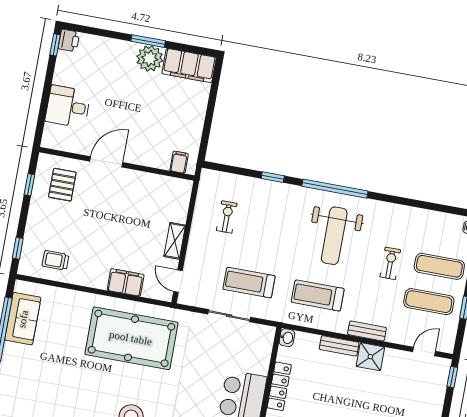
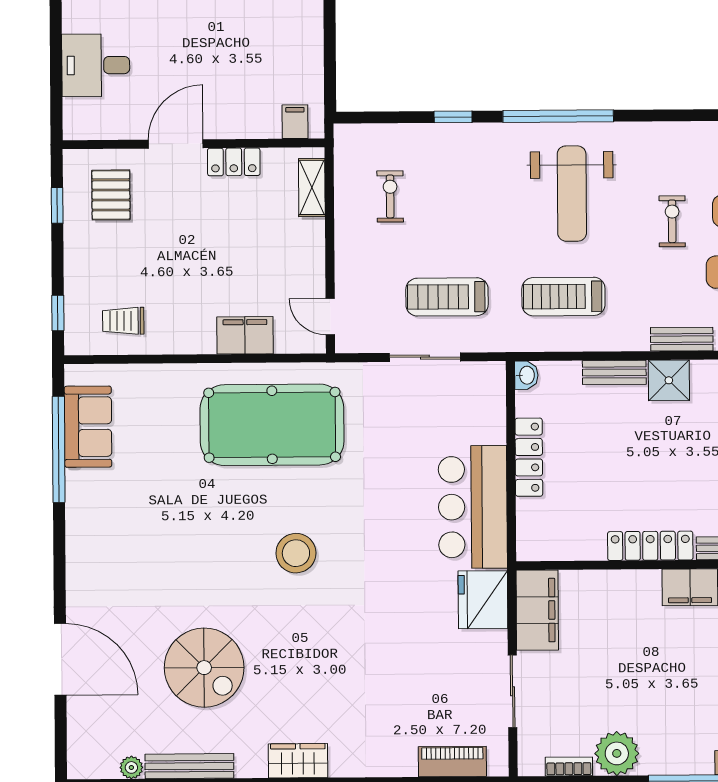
locker: (138, 179) -> (234, 162), added
shelving: (175, 241) -> (312, 188), moved
bench: (367, 331) -> (682, 339), moved

